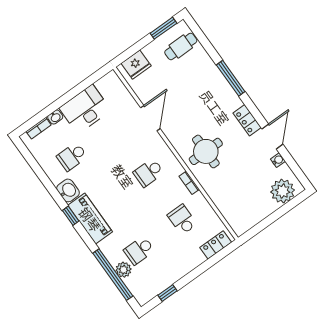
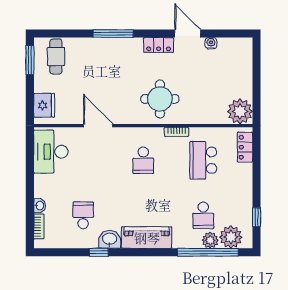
desk: (85, 109) -> (51, 152), moved
school desk: (72, 157) -> (83, 215), turned 180
plant: (283, 191) -> (240, 111), moved
window: (71, 216) -> (99, 252), moved
school desk: (182, 220) -> (203, 160), width x1.85
plant: (138, 284) -> (231, 237), added

